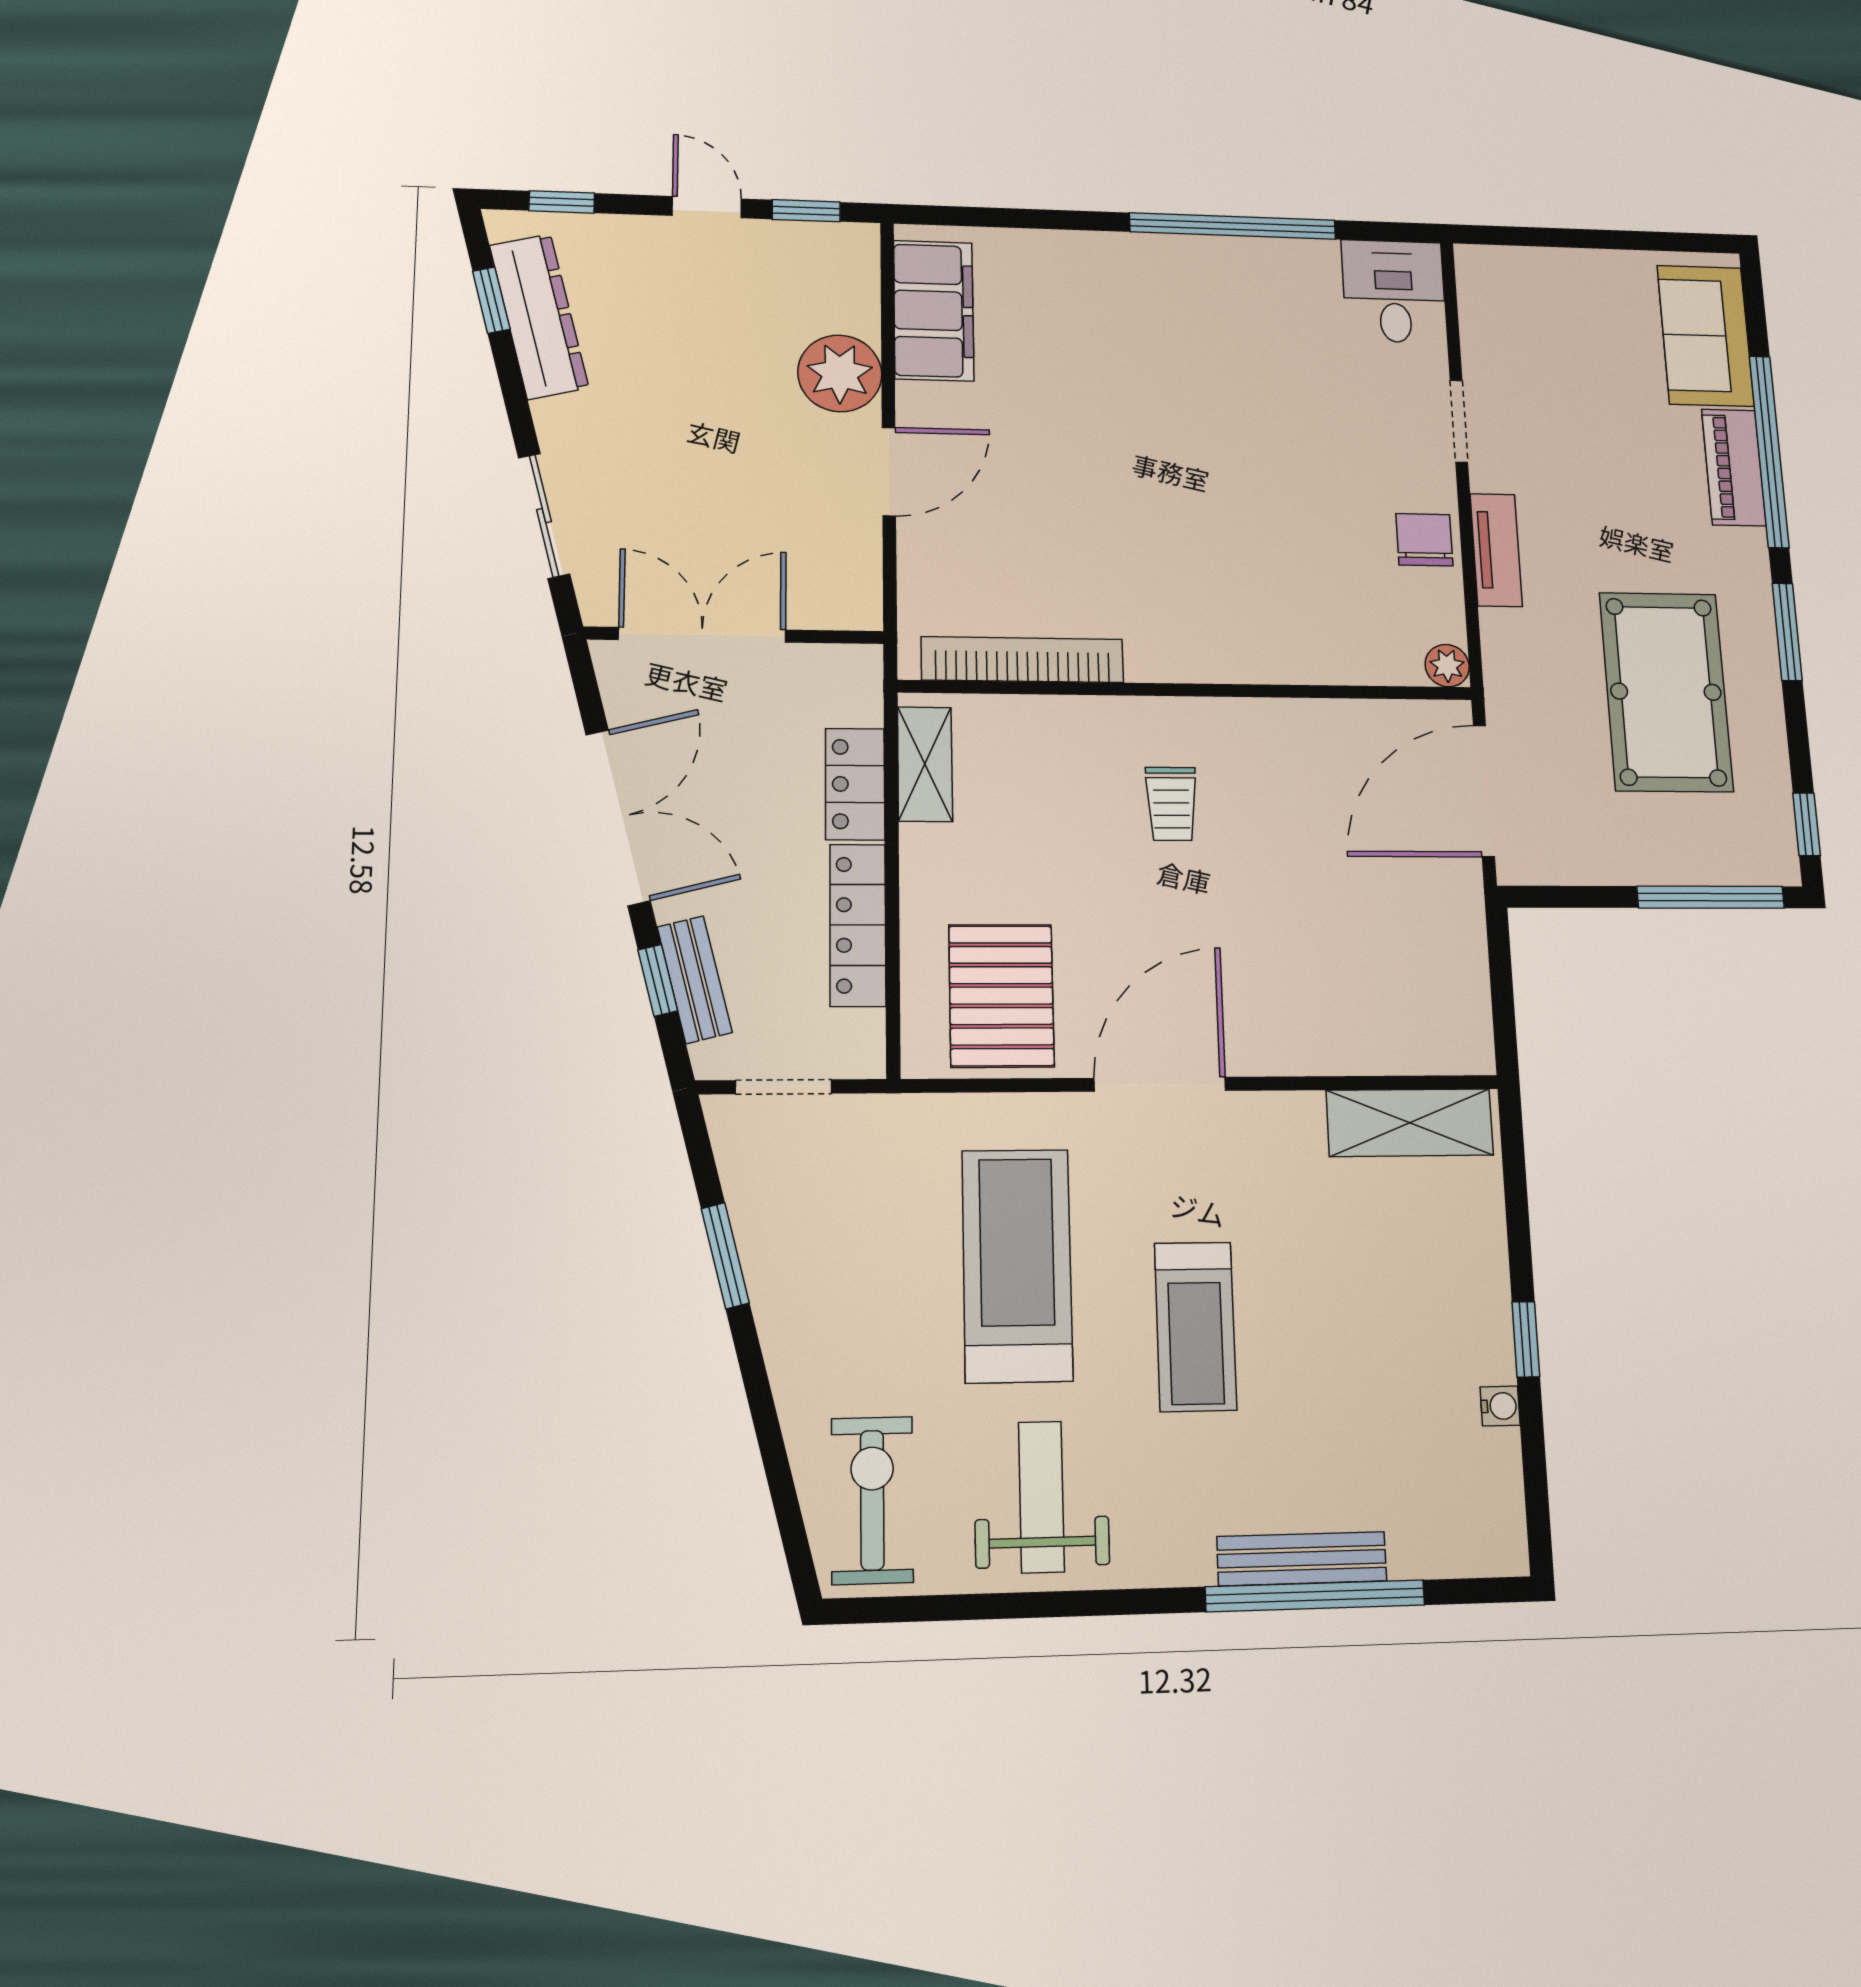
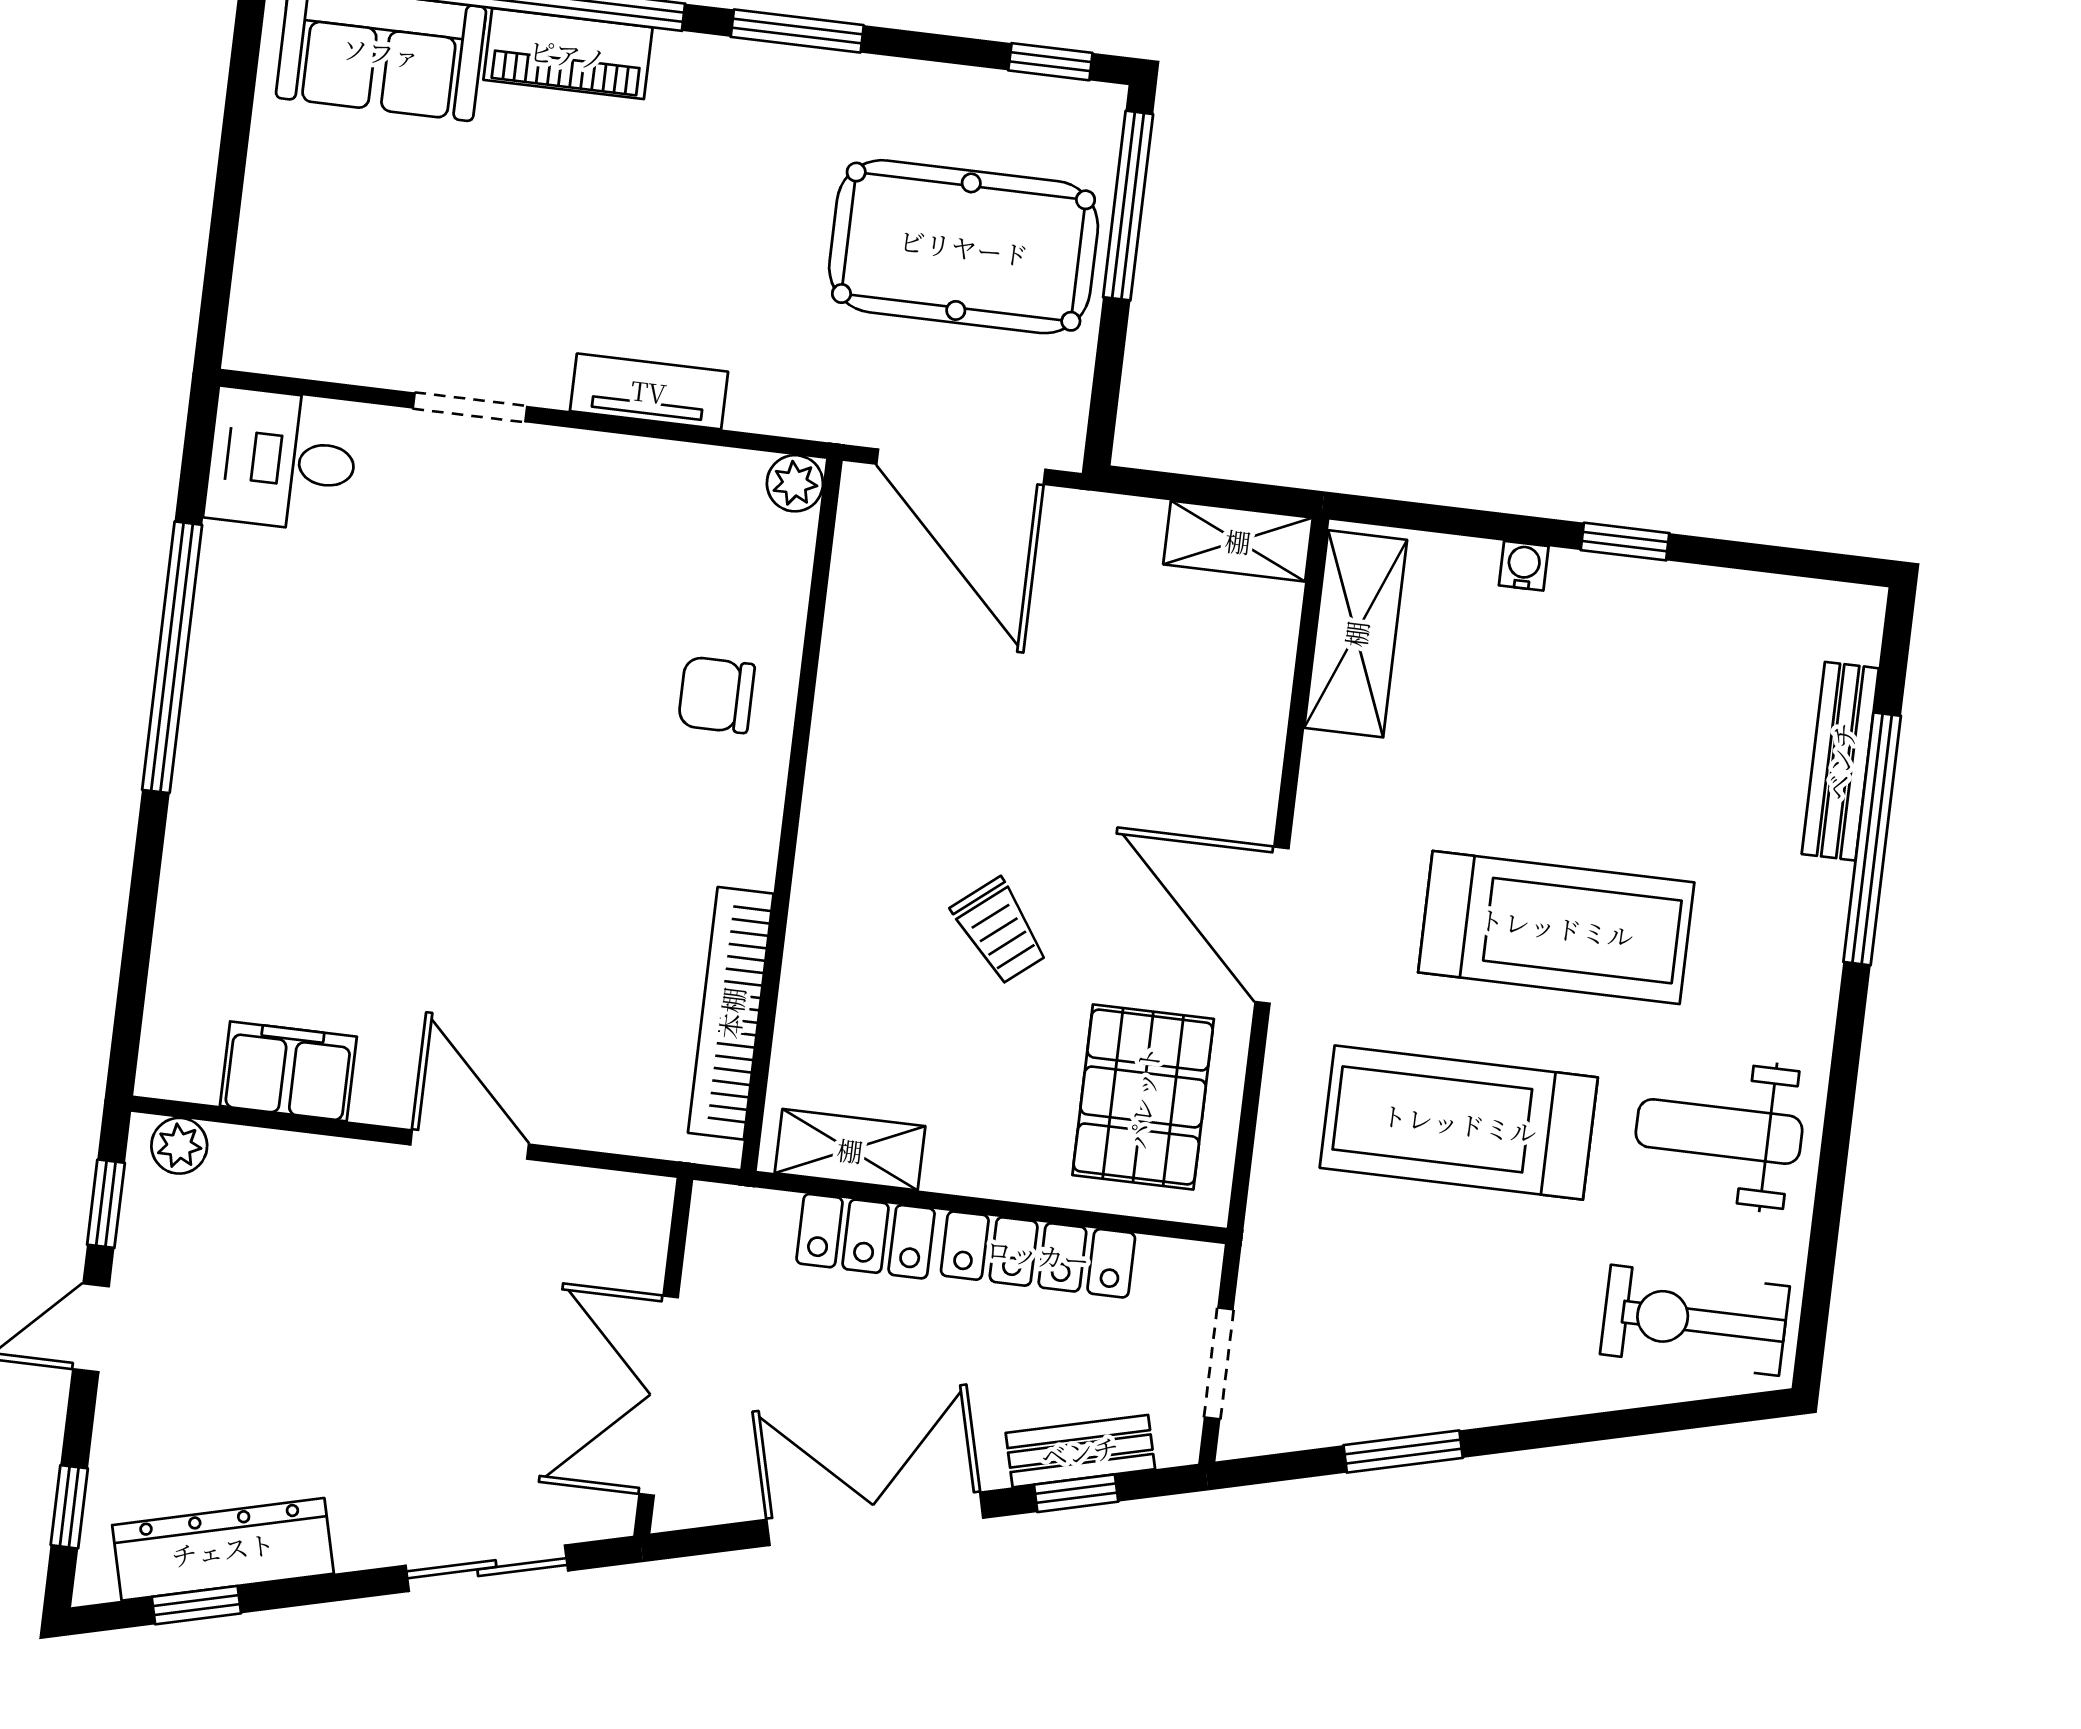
filing cabinet: (934, 311) -> (288, 1071), width x0.67, depth x0.86
plant: (840, 373) -> (179, 1146), moved, width x0.53, depth x0.53
chair: (1424, 540) -> (716, 695), moved
pool table: (1666, 692) -> (964, 247), moved
trolley: (1171, 804) -> (1000, 931), moved, turned 51
pallet: (1001, 996) -> (1143, 1097), turned 90
shelving: (1467, 1017) -> (1238, 541), added
treadmill: (1196, 1326) -> (1556, 927), width x1.37, depth x1.38
water cooler: (1500, 1406) -> (1524, 566), moved
bench: (1302, 1559) -> (1840, 761), moved

